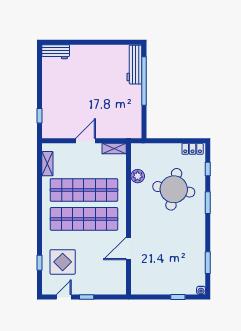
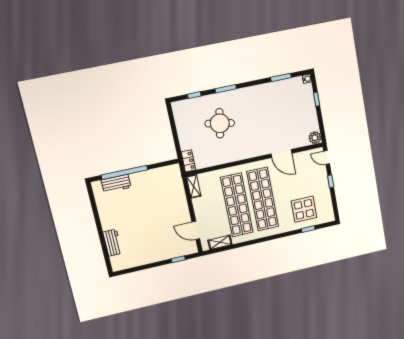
workbench: (56, 52) -> (112, 243), moved
workbench: (134, 65) -> (116, 184), width x0.73
door: (86, 141) -> (196, 230), moved
locker: (193, 149) -> (188, 161), moved
plant: (138, 176) -> (315, 138), moved
round table: (174, 189) -> (220, 123), width x0.73, depth x0.73
door: (64, 297) -> (327, 157), moved

